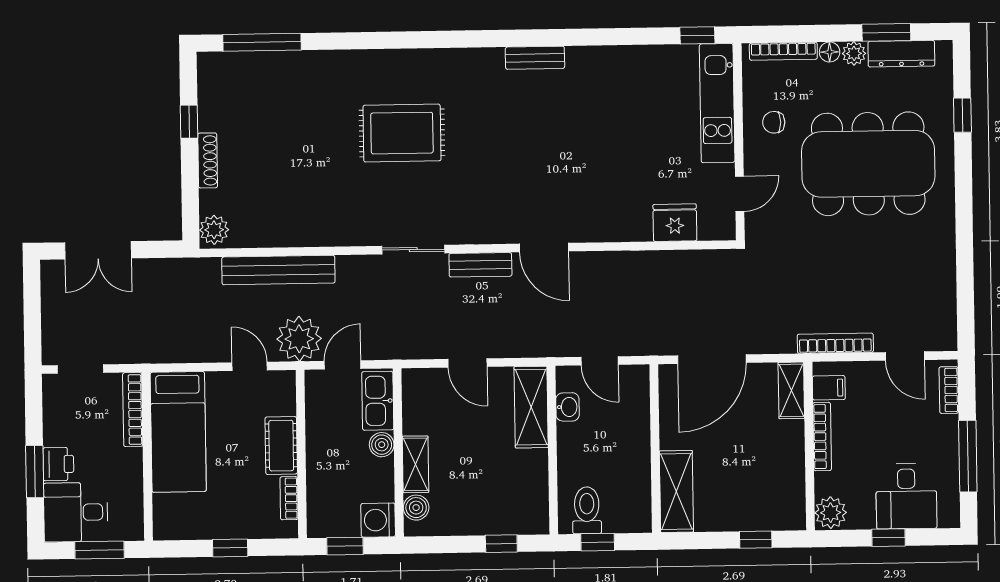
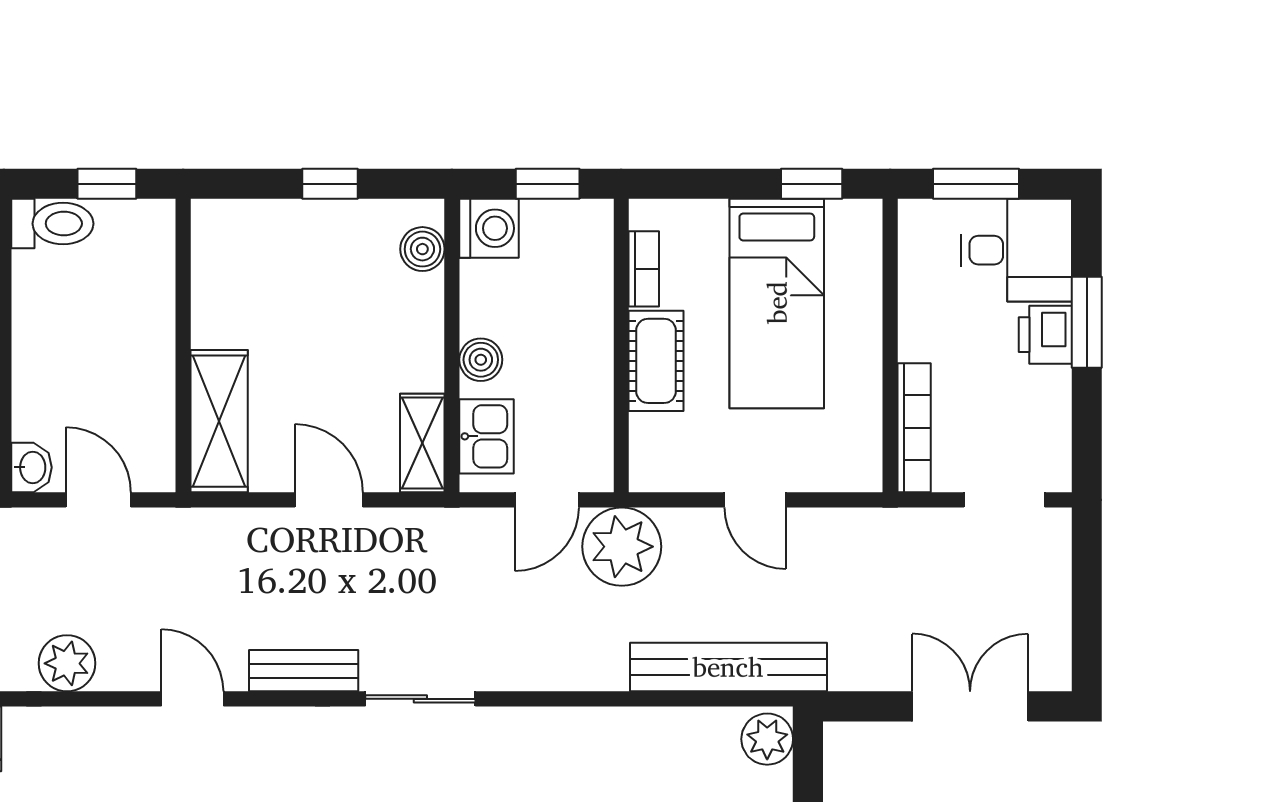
door: (544, 248) -> (192, 699), width x0.73
plant: (616, 267) -> (67, 663), added
bench: (278, 270) -> (728, 667), moved
door: (250, 366) -> (755, 500), moved
kitchen sink: (378, 401) -> (486, 436), width x0.73
washbasin: (568, 407) -> (32, 467), moved, turned 180
bed: (178, 432) -> (777, 303), moved, turned 180
shelving: (416, 464) -> (422, 443), moved
toilet: (587, 510) -> (52, 224), moved, turned -90
window: (501, 544) -> (330, 184), moved
window: (230, 548) -> (812, 184), moved

